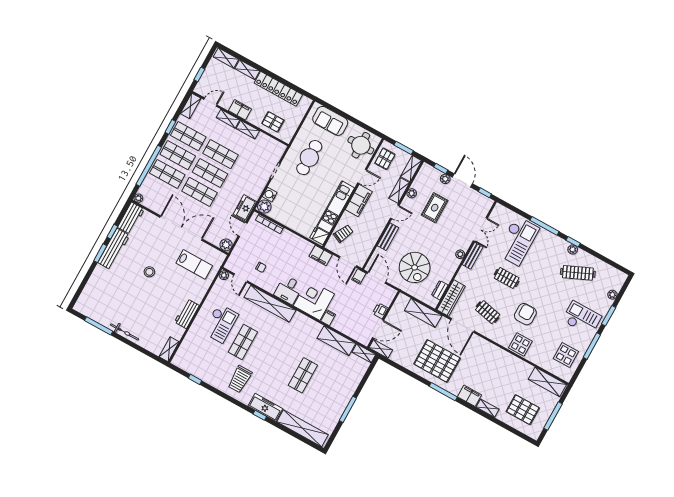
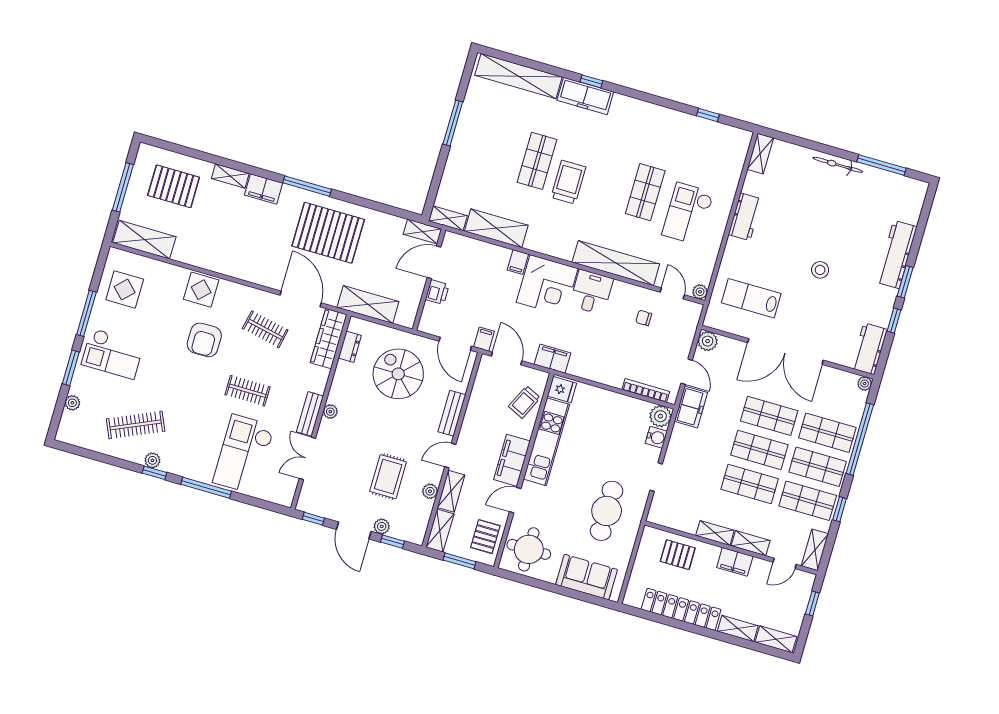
workbench: (114, 249) -> (897, 254), moved
trolley: (240, 379) -> (568, 182), moved

